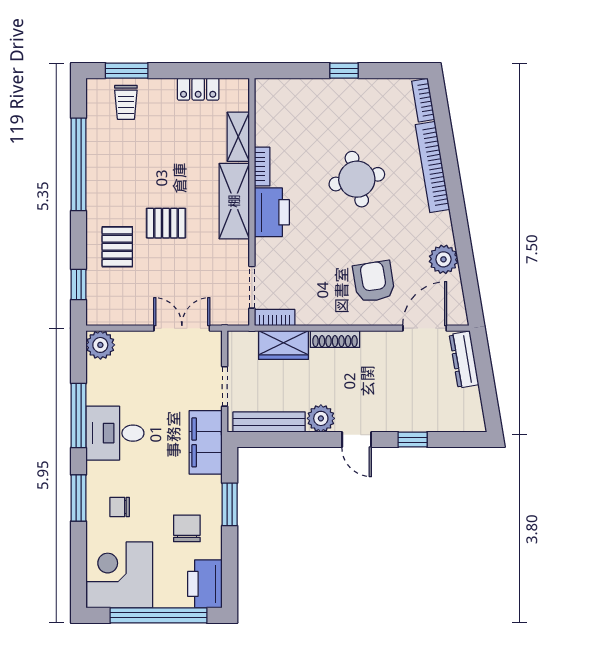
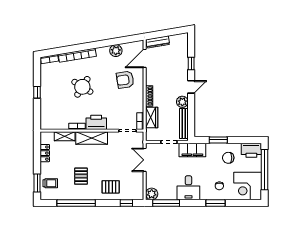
round table: (357, 179) -> (82, 87), turned 45
pallet: (166, 223) -> (81, 176), moved
door: (425, 328) -> (145, 58), hinge flipped
window: (79, 416) -> (166, 203), moved

